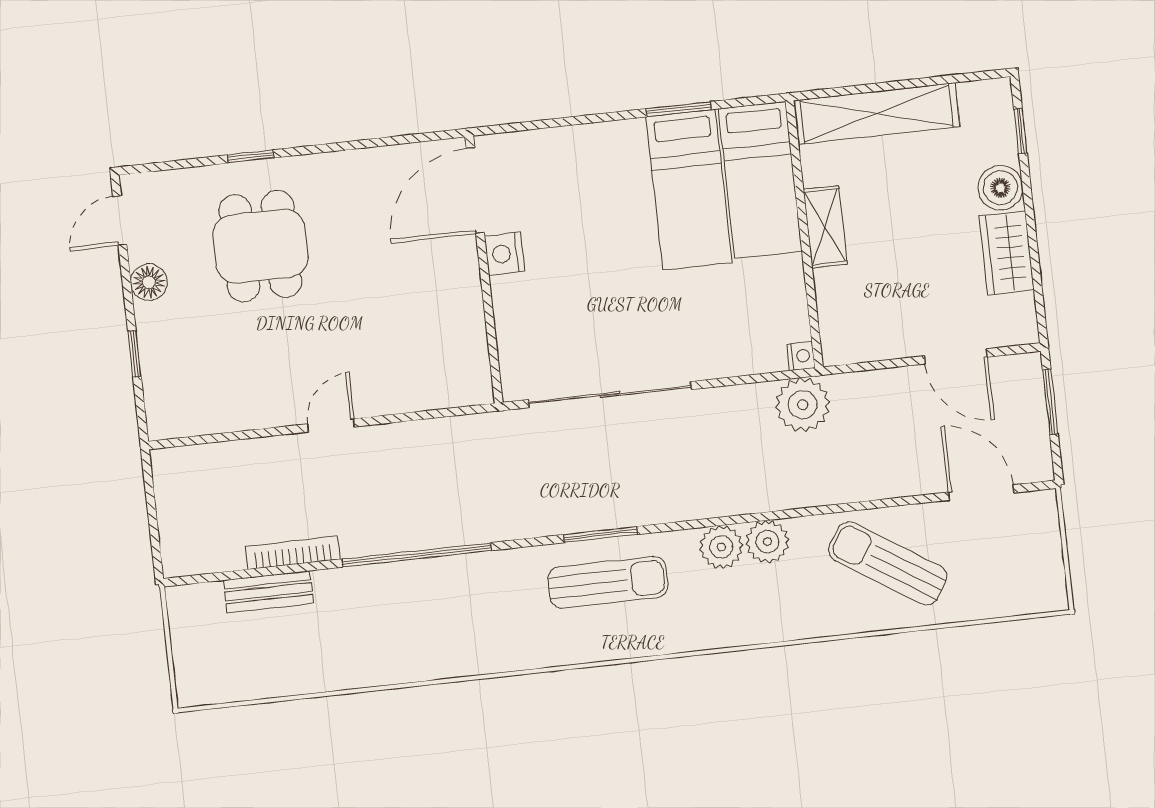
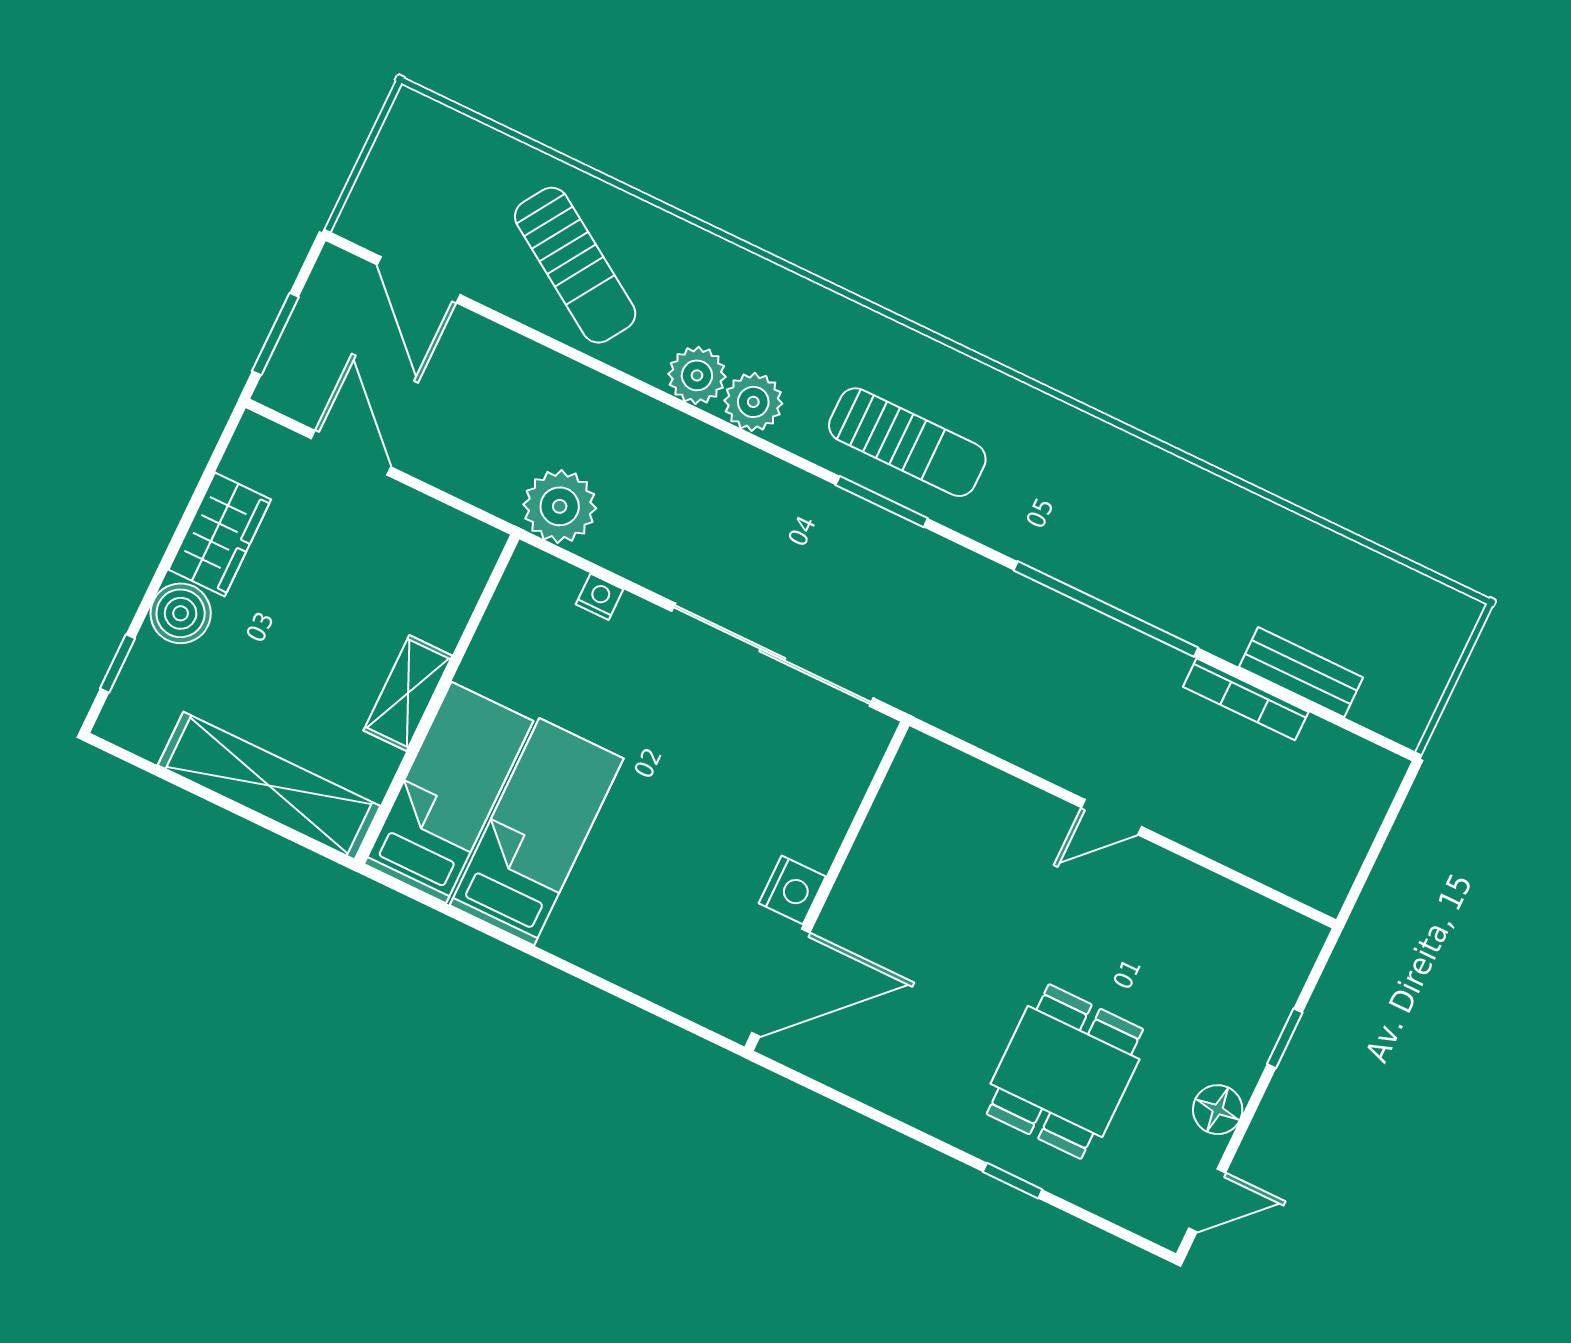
window: (678, 109) -> (492, 931), removed
nightstand: (801, 356) -> (600, 597), moved, turned 90
sun lounger: (608, 582) -> (907, 442), turned 180

